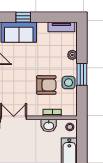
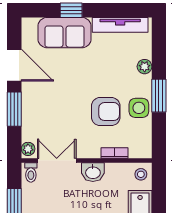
tv unit: (61, 27) -> (120, 25), width x1.41
washbasin: (49, 126) -> (93, 172), moved

